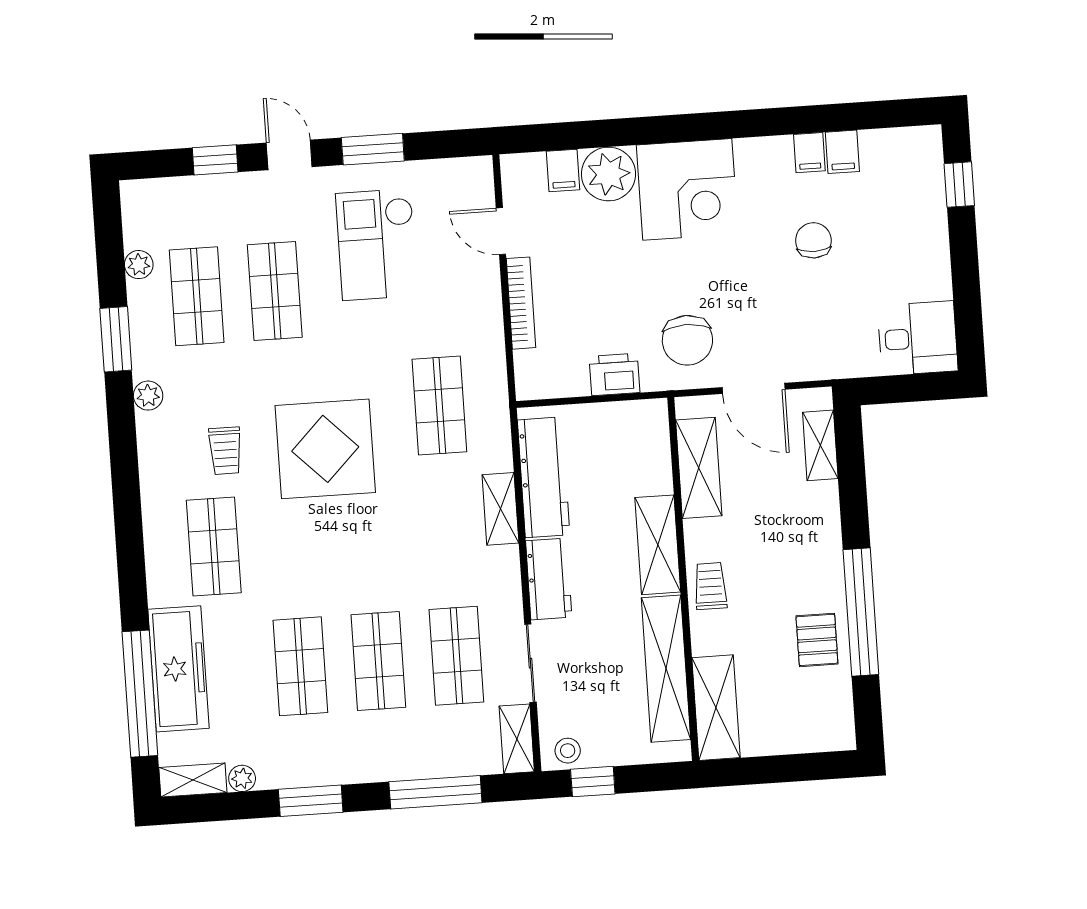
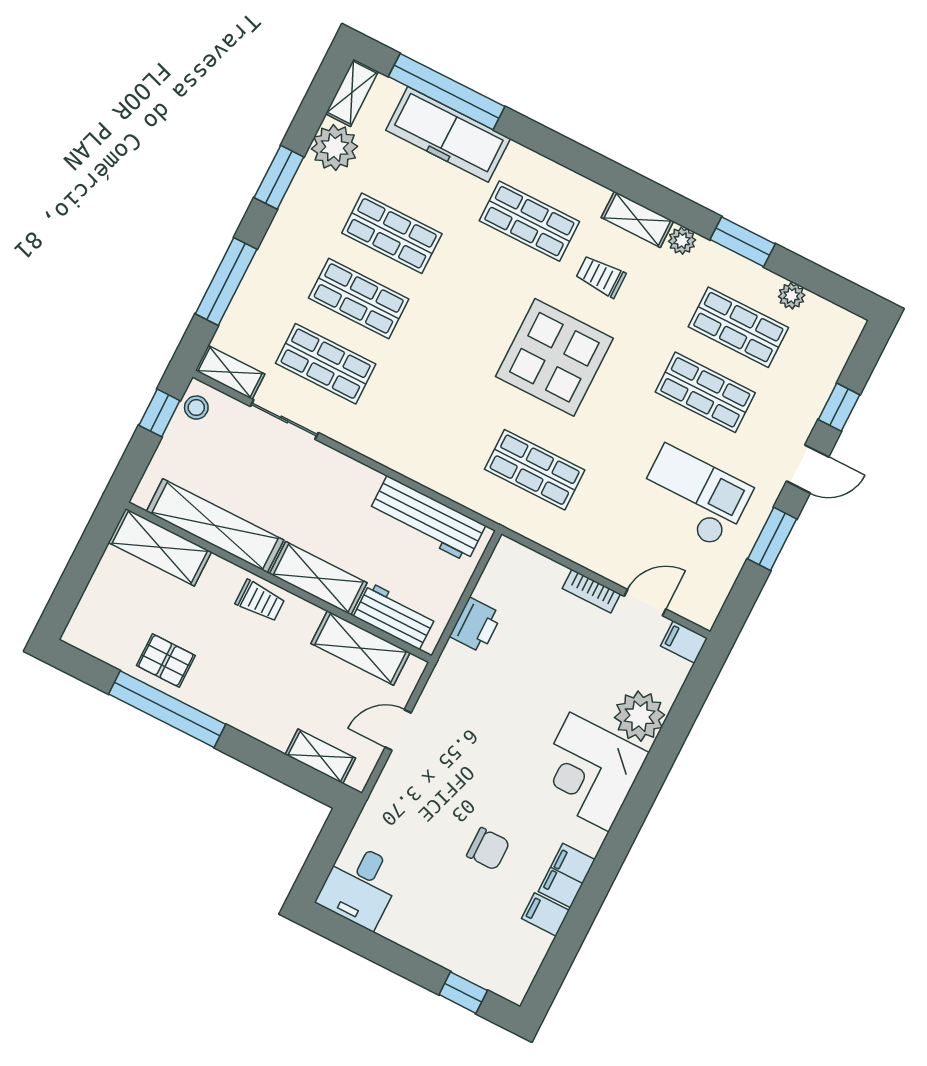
filing cabinet: (809, 153) -> (567, 875), width x2.00
filing cabinet: (563, 171) -> (684, 642), moved
bookcase: (521, 303) -> (591, 591), width x0.64
chair: (687, 340) -> (468, 700), removed
door: (754, 388) -> (398, 730), width x0.73
shelving: (500, 509) -> (637, 219), moved
workbench: (549, 579) -> (395, 616), moved, turned 180
plant: (242, 778) -> (335, 148), width x1.88, depth x1.88

